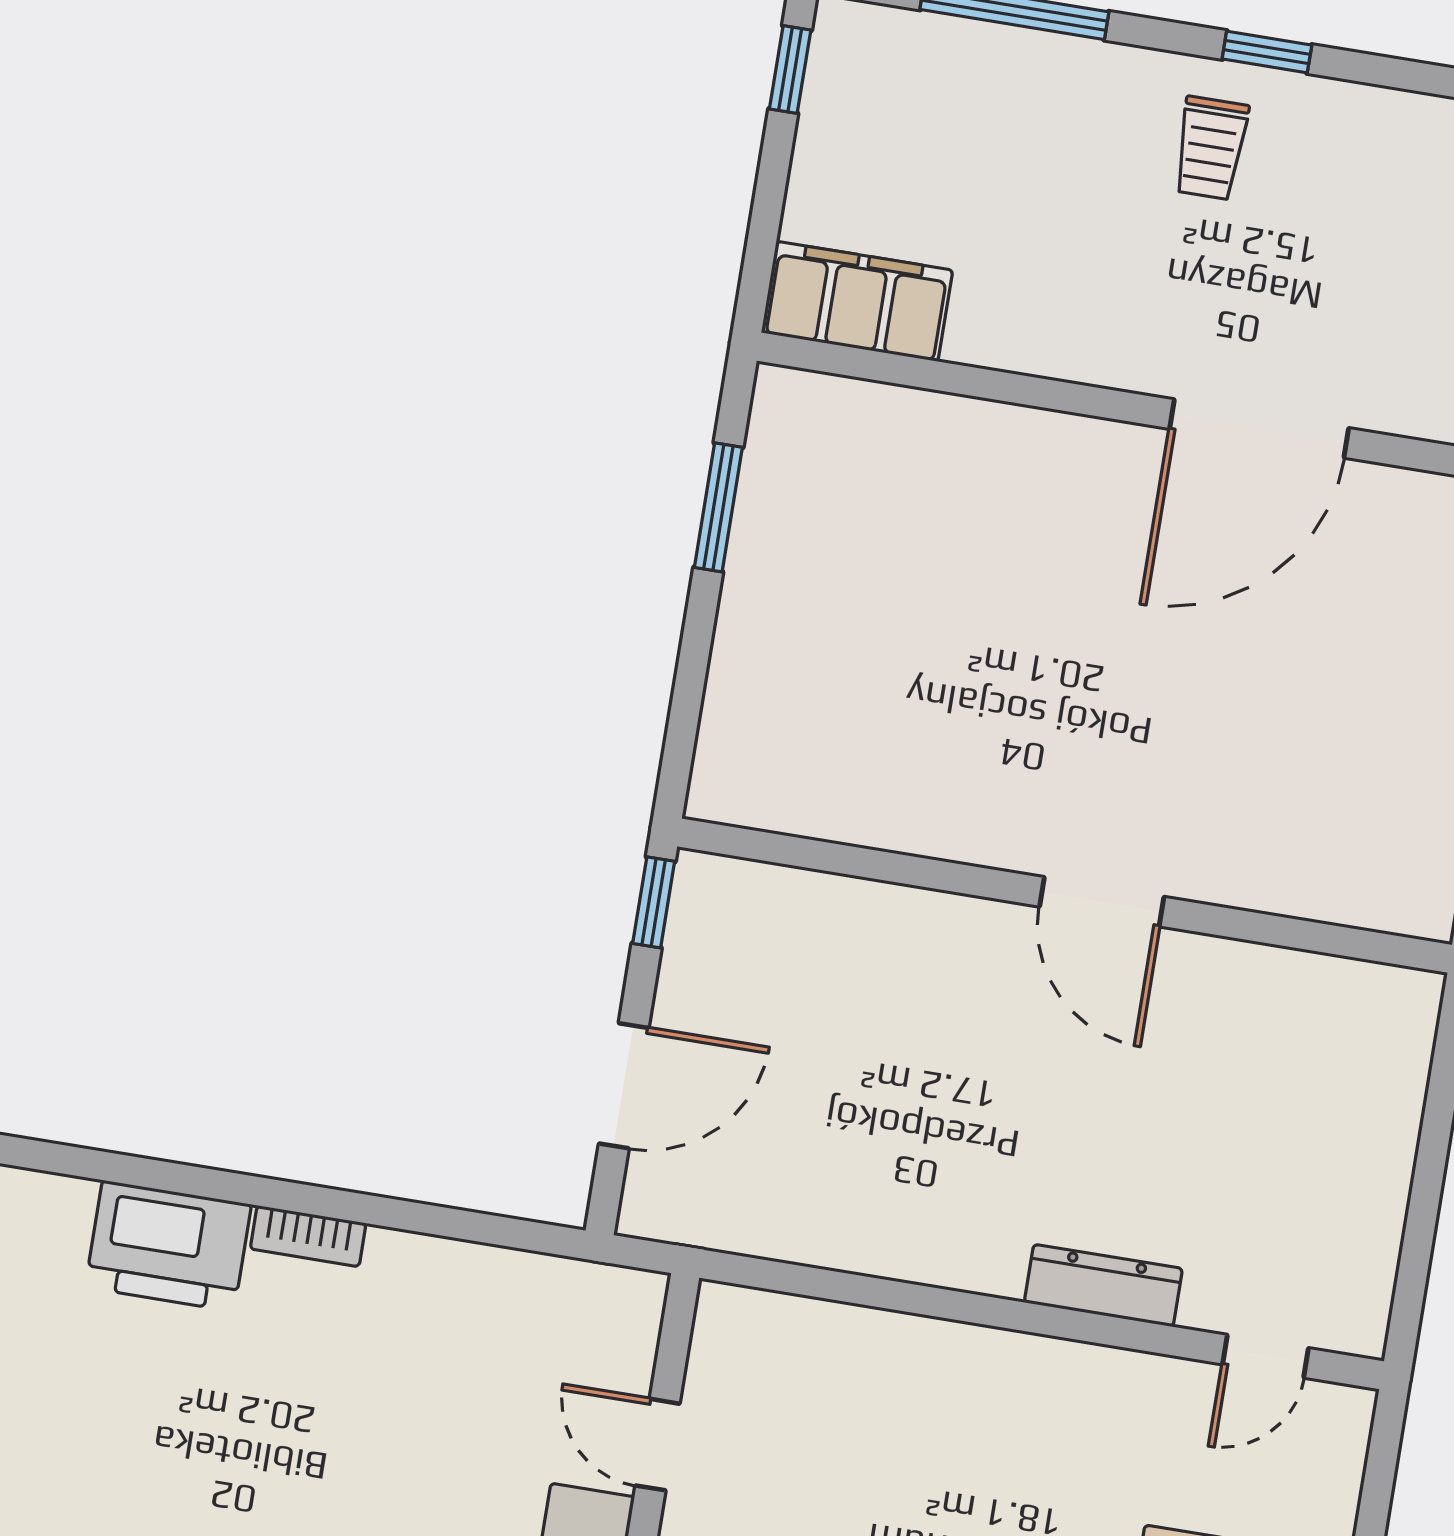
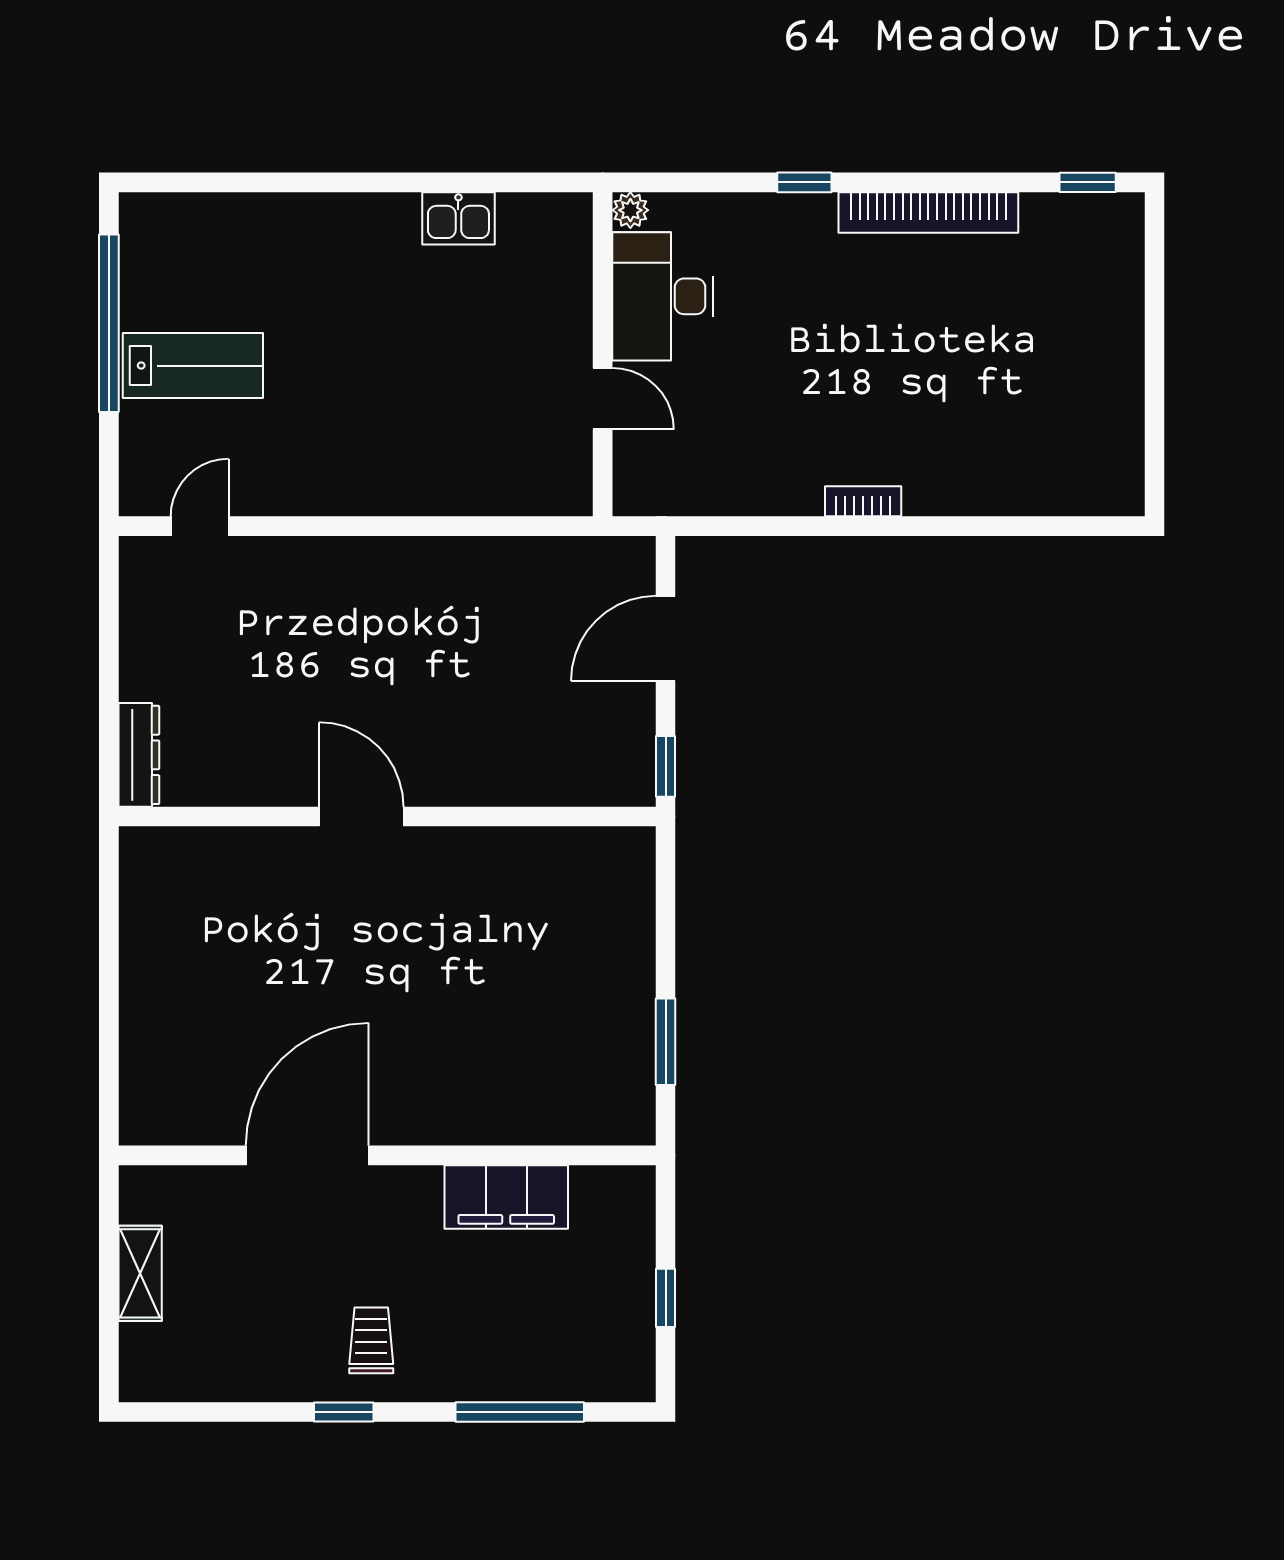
window: (790, 69) -> (666, 1298), moved
filing cabinet: (857, 301) -> (506, 1197), moved
printer: (168, 1246) -> (957, 479), removed
dresser: (1103, 1285) -> (139, 755), moved, turned -90

